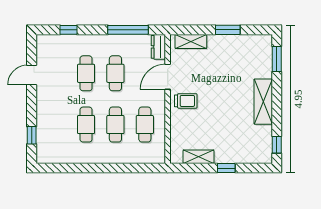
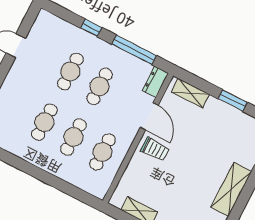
window: (69, 30) -> (91, 28), moved
door: (168, 77) -> (149, 116), swing flipped

